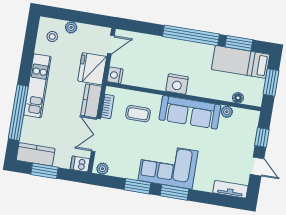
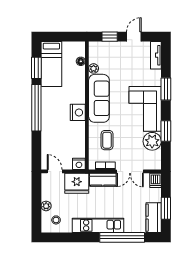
window: (271, 82) -> (64, 37), removed
plant: (102, 169) -> (152, 141), moved, width x1.87, depth x1.87
window: (174, 192) -> (166, 89), moved

